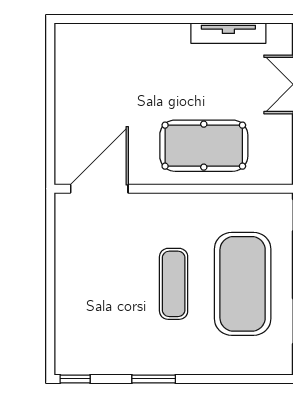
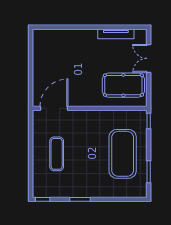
pool table: (204, 146) -> (123, 85), moved
exercise mat: (174, 284) -> (57, 154), moved

